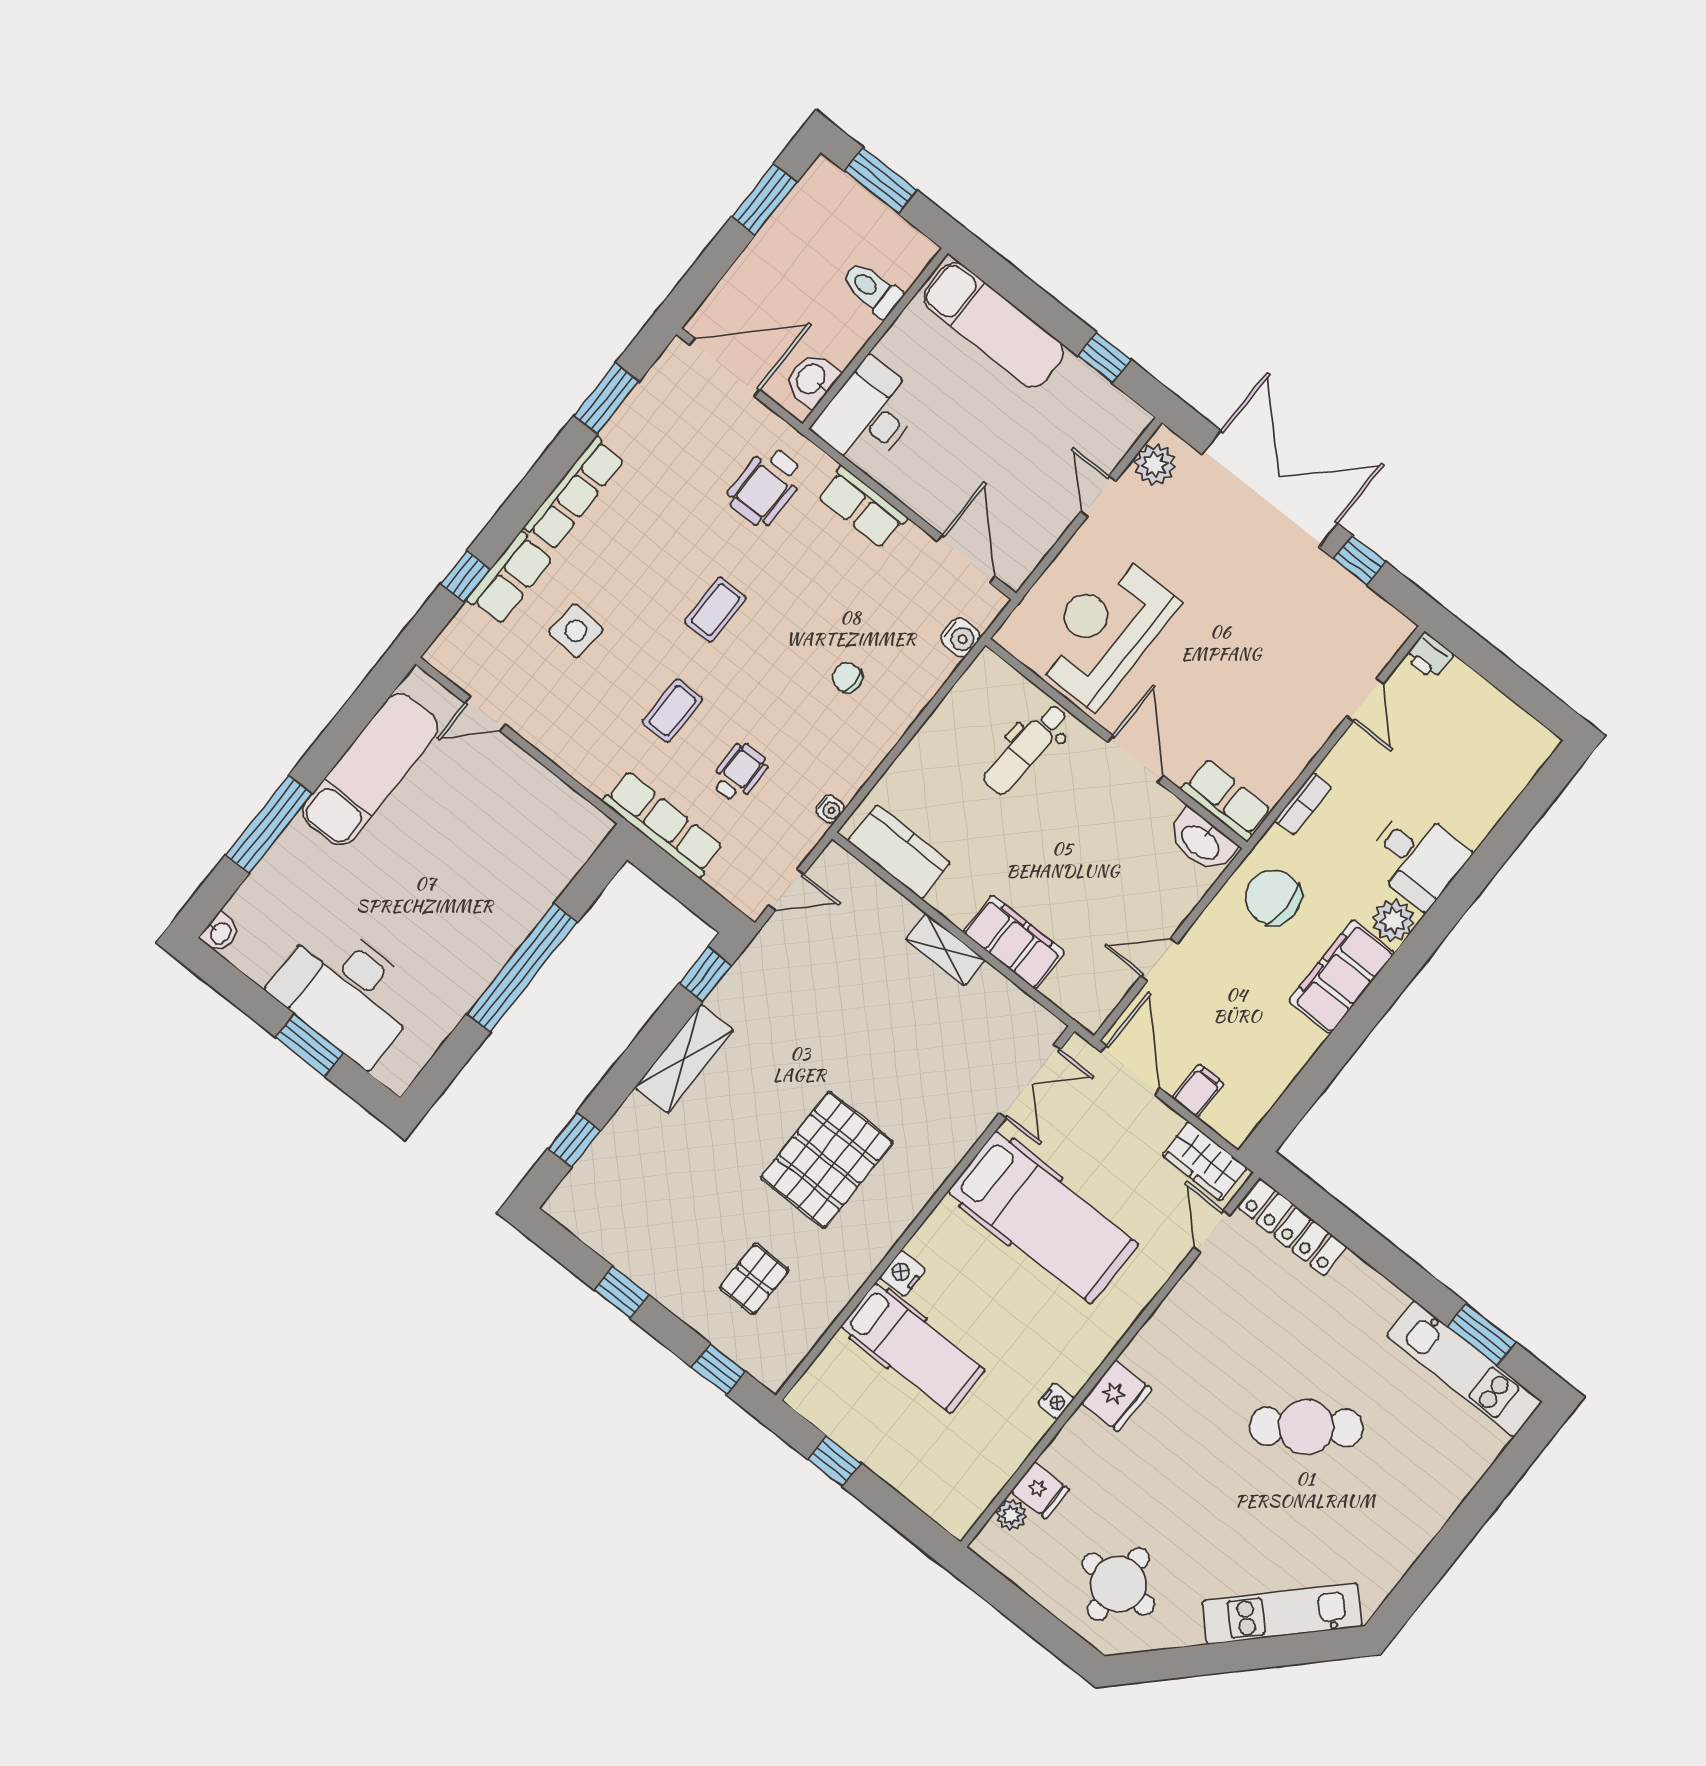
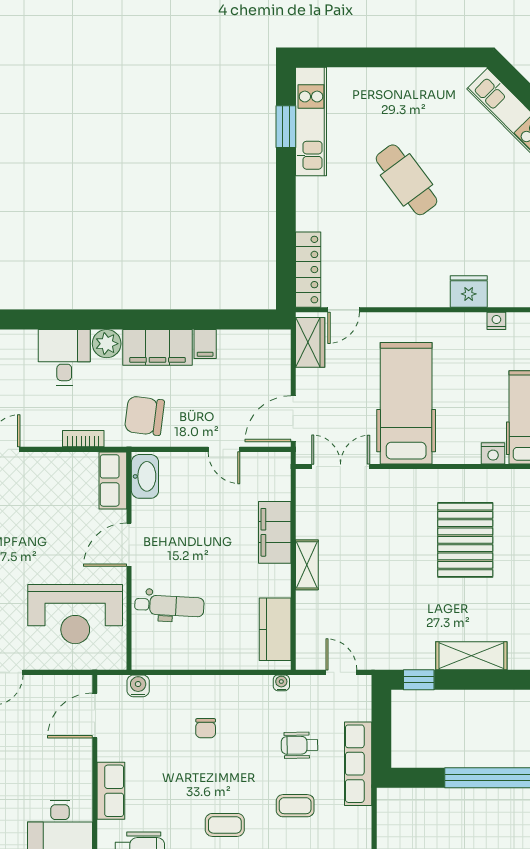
chair: (1273, 897) -> (144, 416), turned 97
filing cabinet: (1198, 1091) -> (205, 344), moved, turned -90
pallet: (827, 1160) -> (465, 540), turned 90

